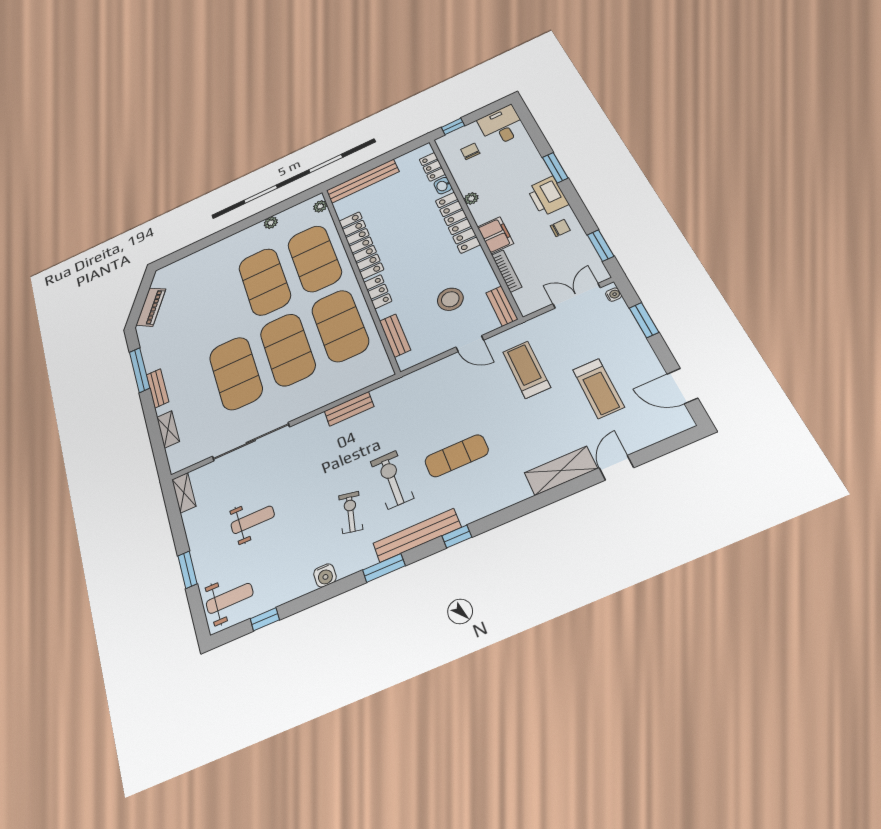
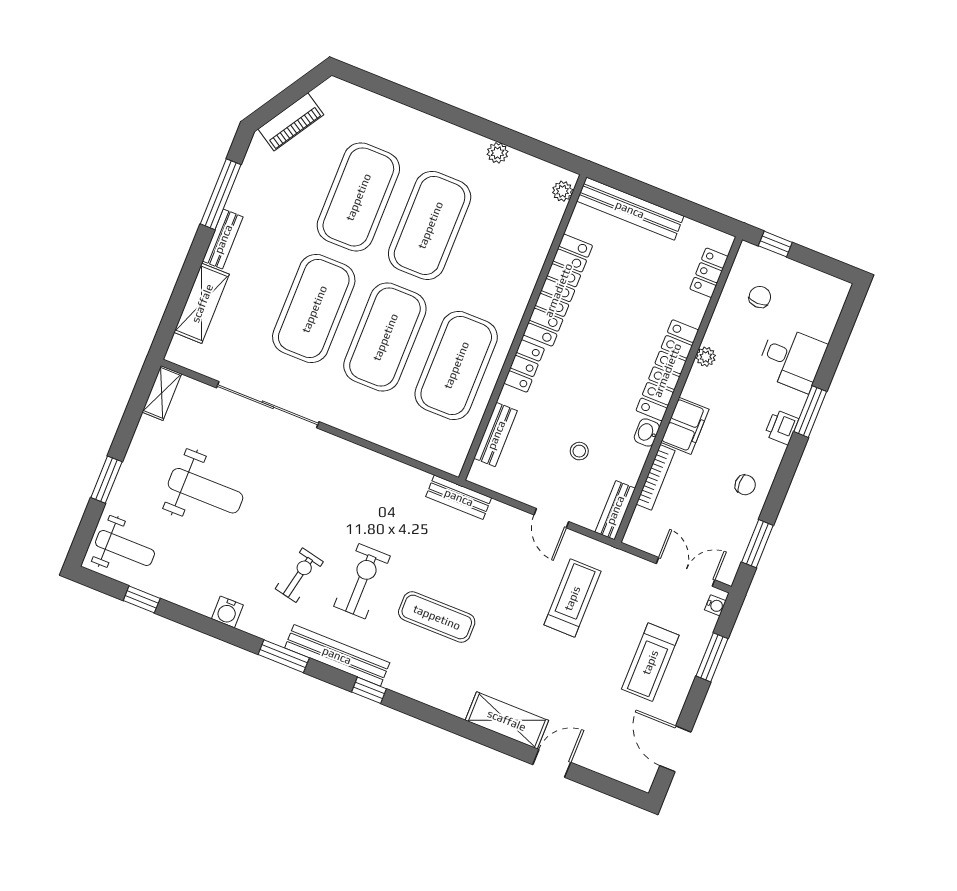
desk: (502, 126) -> (792, 359), moved, turned 90
washbasin: (443, 186) -> (647, 432), moved
printer: (548, 196) -> (782, 427), width x0.53, depth x0.68
exercise mat: (315, 259) -> (358, 197), moved
stool: (450, 299) -> (579, 451), width x0.53, depth x0.53
treadmill: (598, 388) -> (650, 662), moved
bench: (349, 409) -> (459, 497), moved
shelving: (168, 429) -> (202, 303), width x1.50, depth x1.33
weight bench: (253, 520) -> (206, 491), width x1.36, depth x1.33

